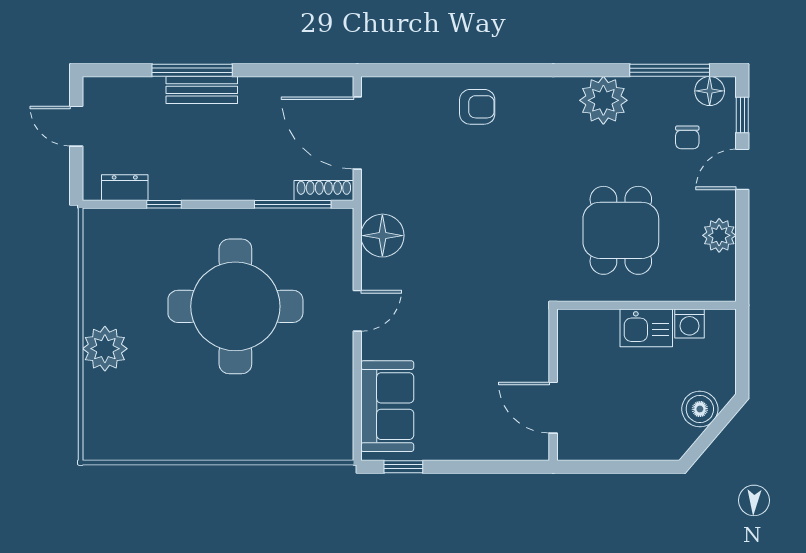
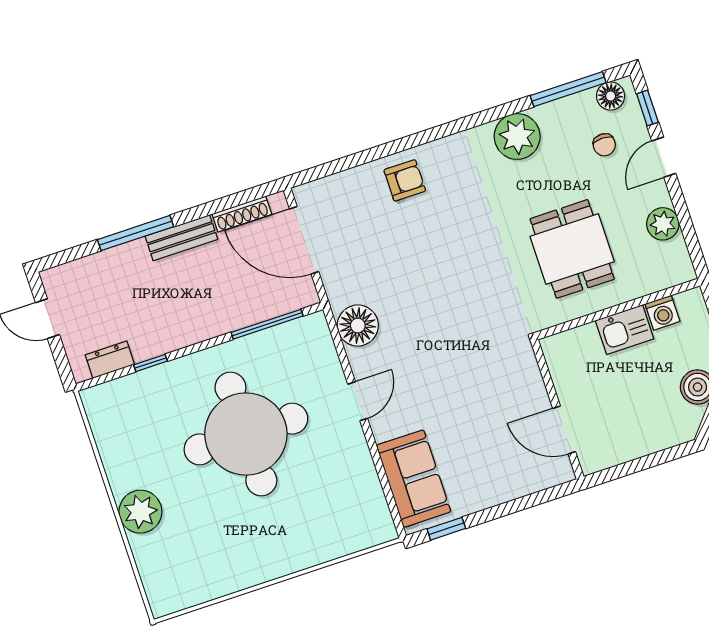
bench: (202, 90) -> (181, 238), moved
shoe rack: (324, 190) -> (242, 214), moved, turned 180

